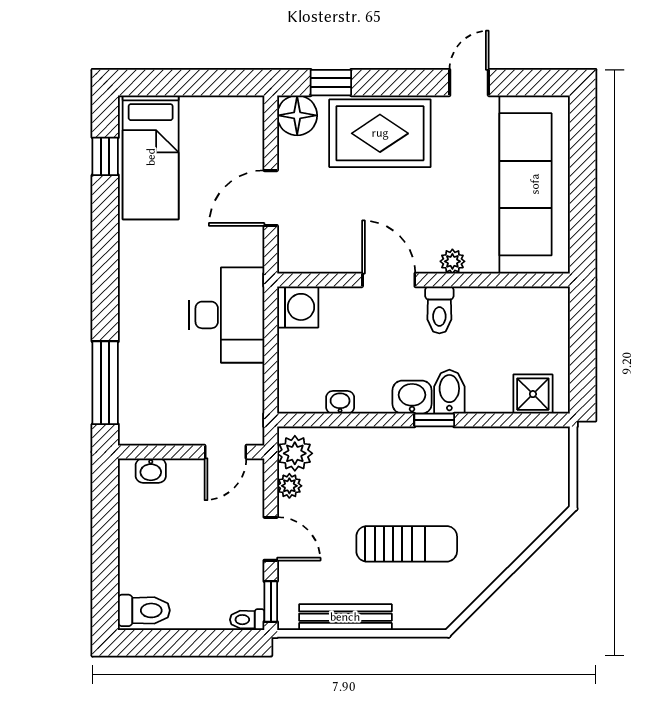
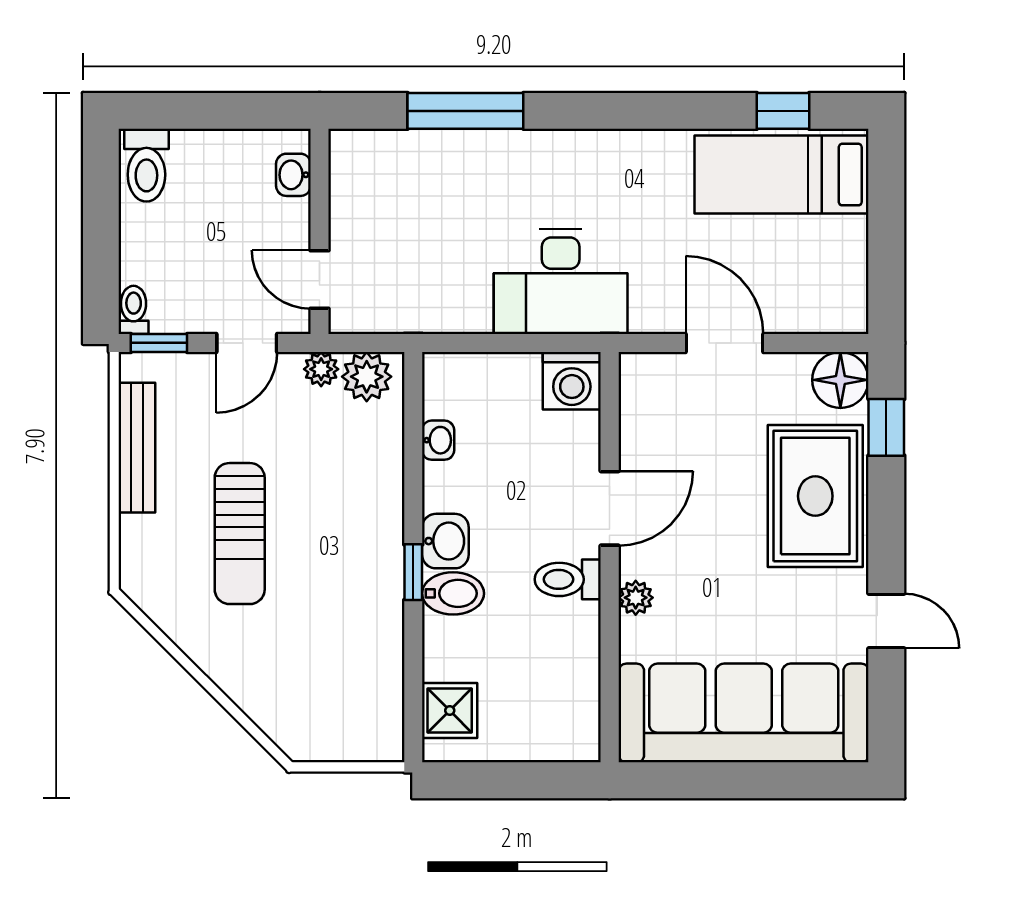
wall: (191, 452) -> (320, 231), moved
door: (225, 452) -> (320, 280), moved
washbasin: (151, 471) -> (293, 175), moved

